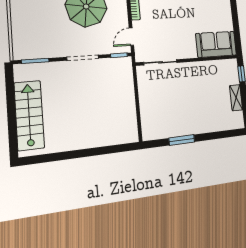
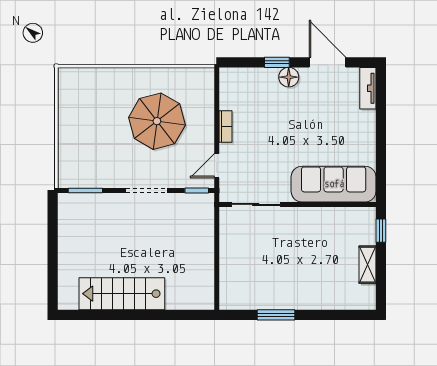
sofa: (216, 44) -> (334, 184), width x1.36
stairs: (29, 115) -> (122, 294), moved, turned -90

